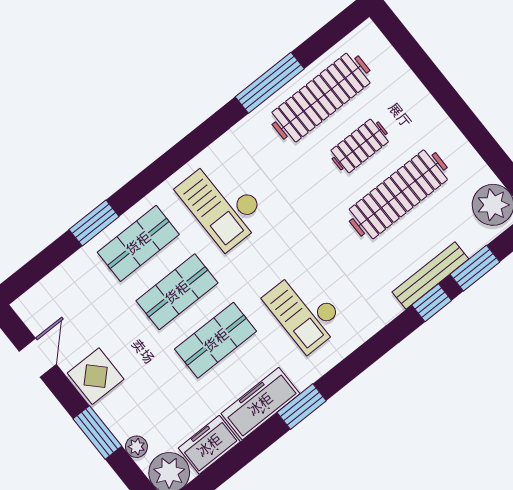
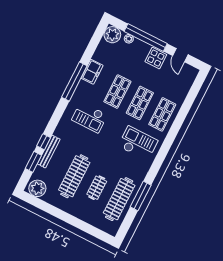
window: (94, 223) -> (182, 115), removed
checkout: (304, 311) -> (90, 117), turned 180
freezer: (260, 404) -> (92, 72), width x0.71
window: (302, 407) -> (74, 81), width x2.11
window: (97, 432) -> (146, 38), width x2.11
freezer: (209, 445) -> (102, 52), removed

